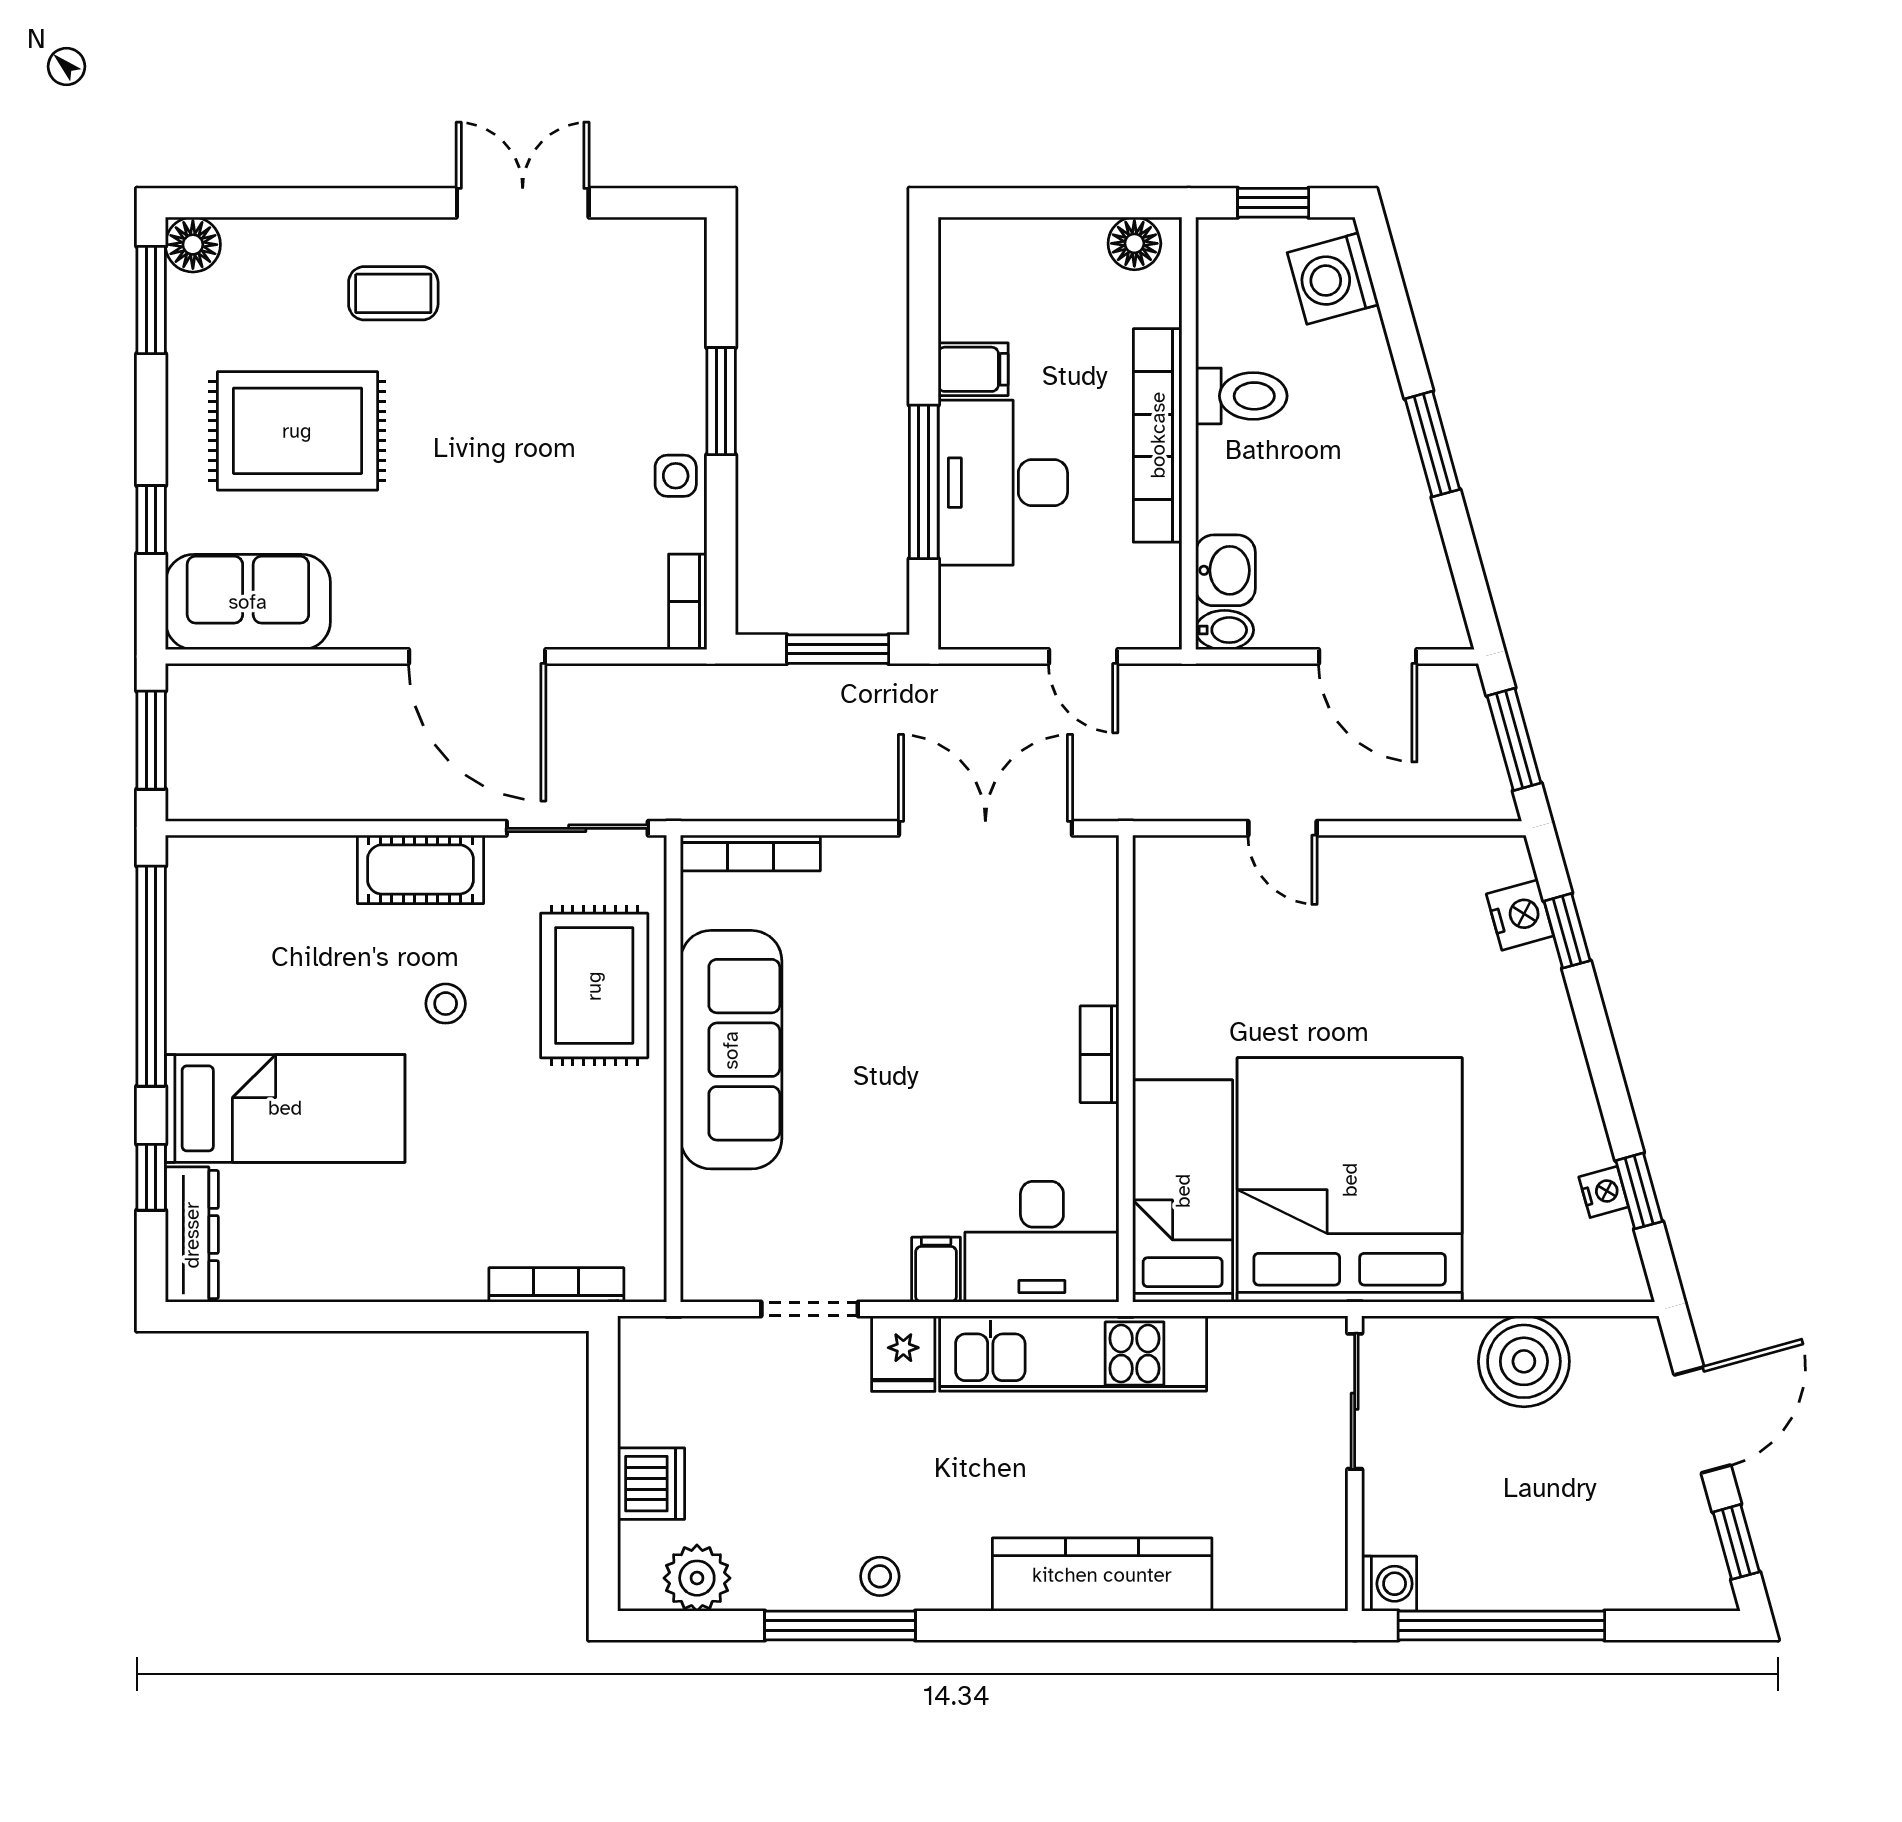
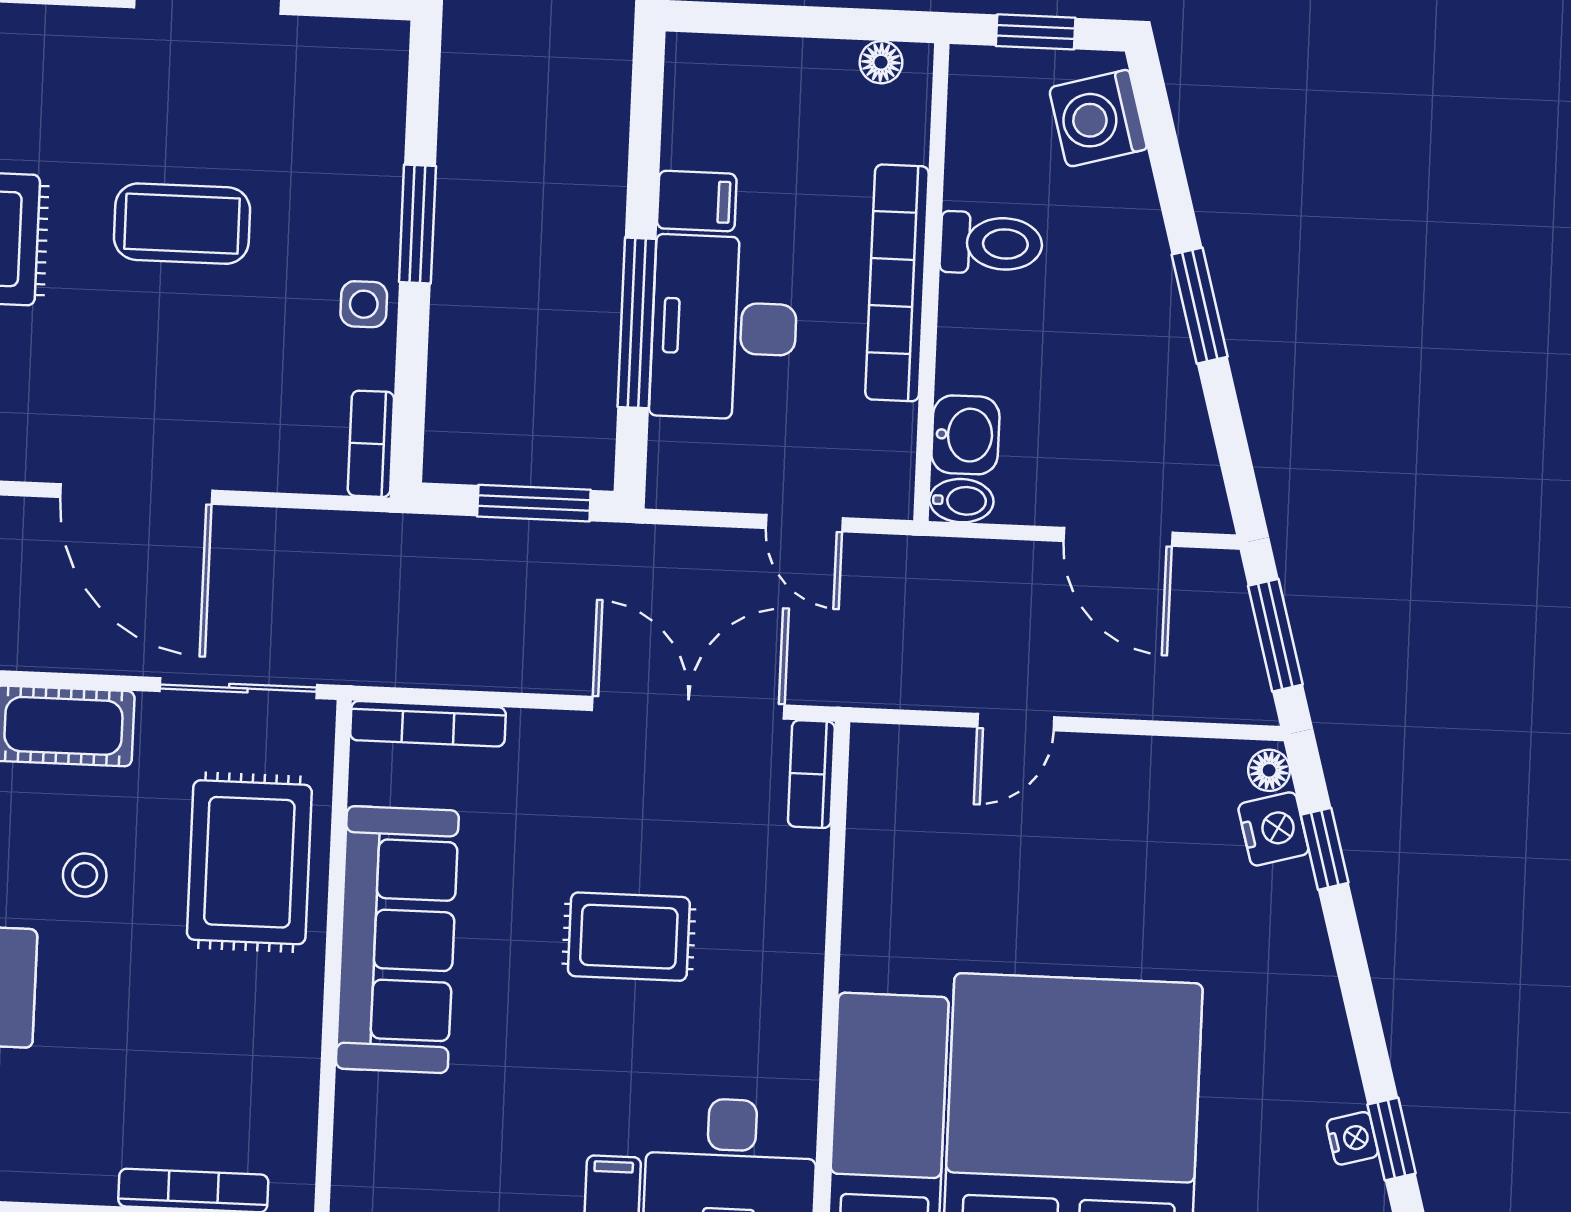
floor lamp: (1134, 243) -> (881, 62), width x0.73, depth x0.73
coffee table: (393, 293) -> (182, 224), moved, width x1.36, depth x1.30
door: (1282, 828) -> (1016, 722), hinge flipped
floor lamp: (1514, 862) -> (1269, 770), added
rug: (941, 1038) -> (629, 937), added
bookcase: (1100, 1054) -> (811, 774), moved

